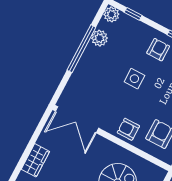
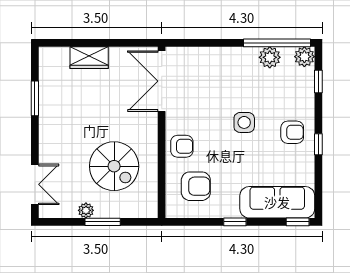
window: (81, 49) -> (277, 43), moved
armchair: (128, 129) -> (182, 146), turned 90

